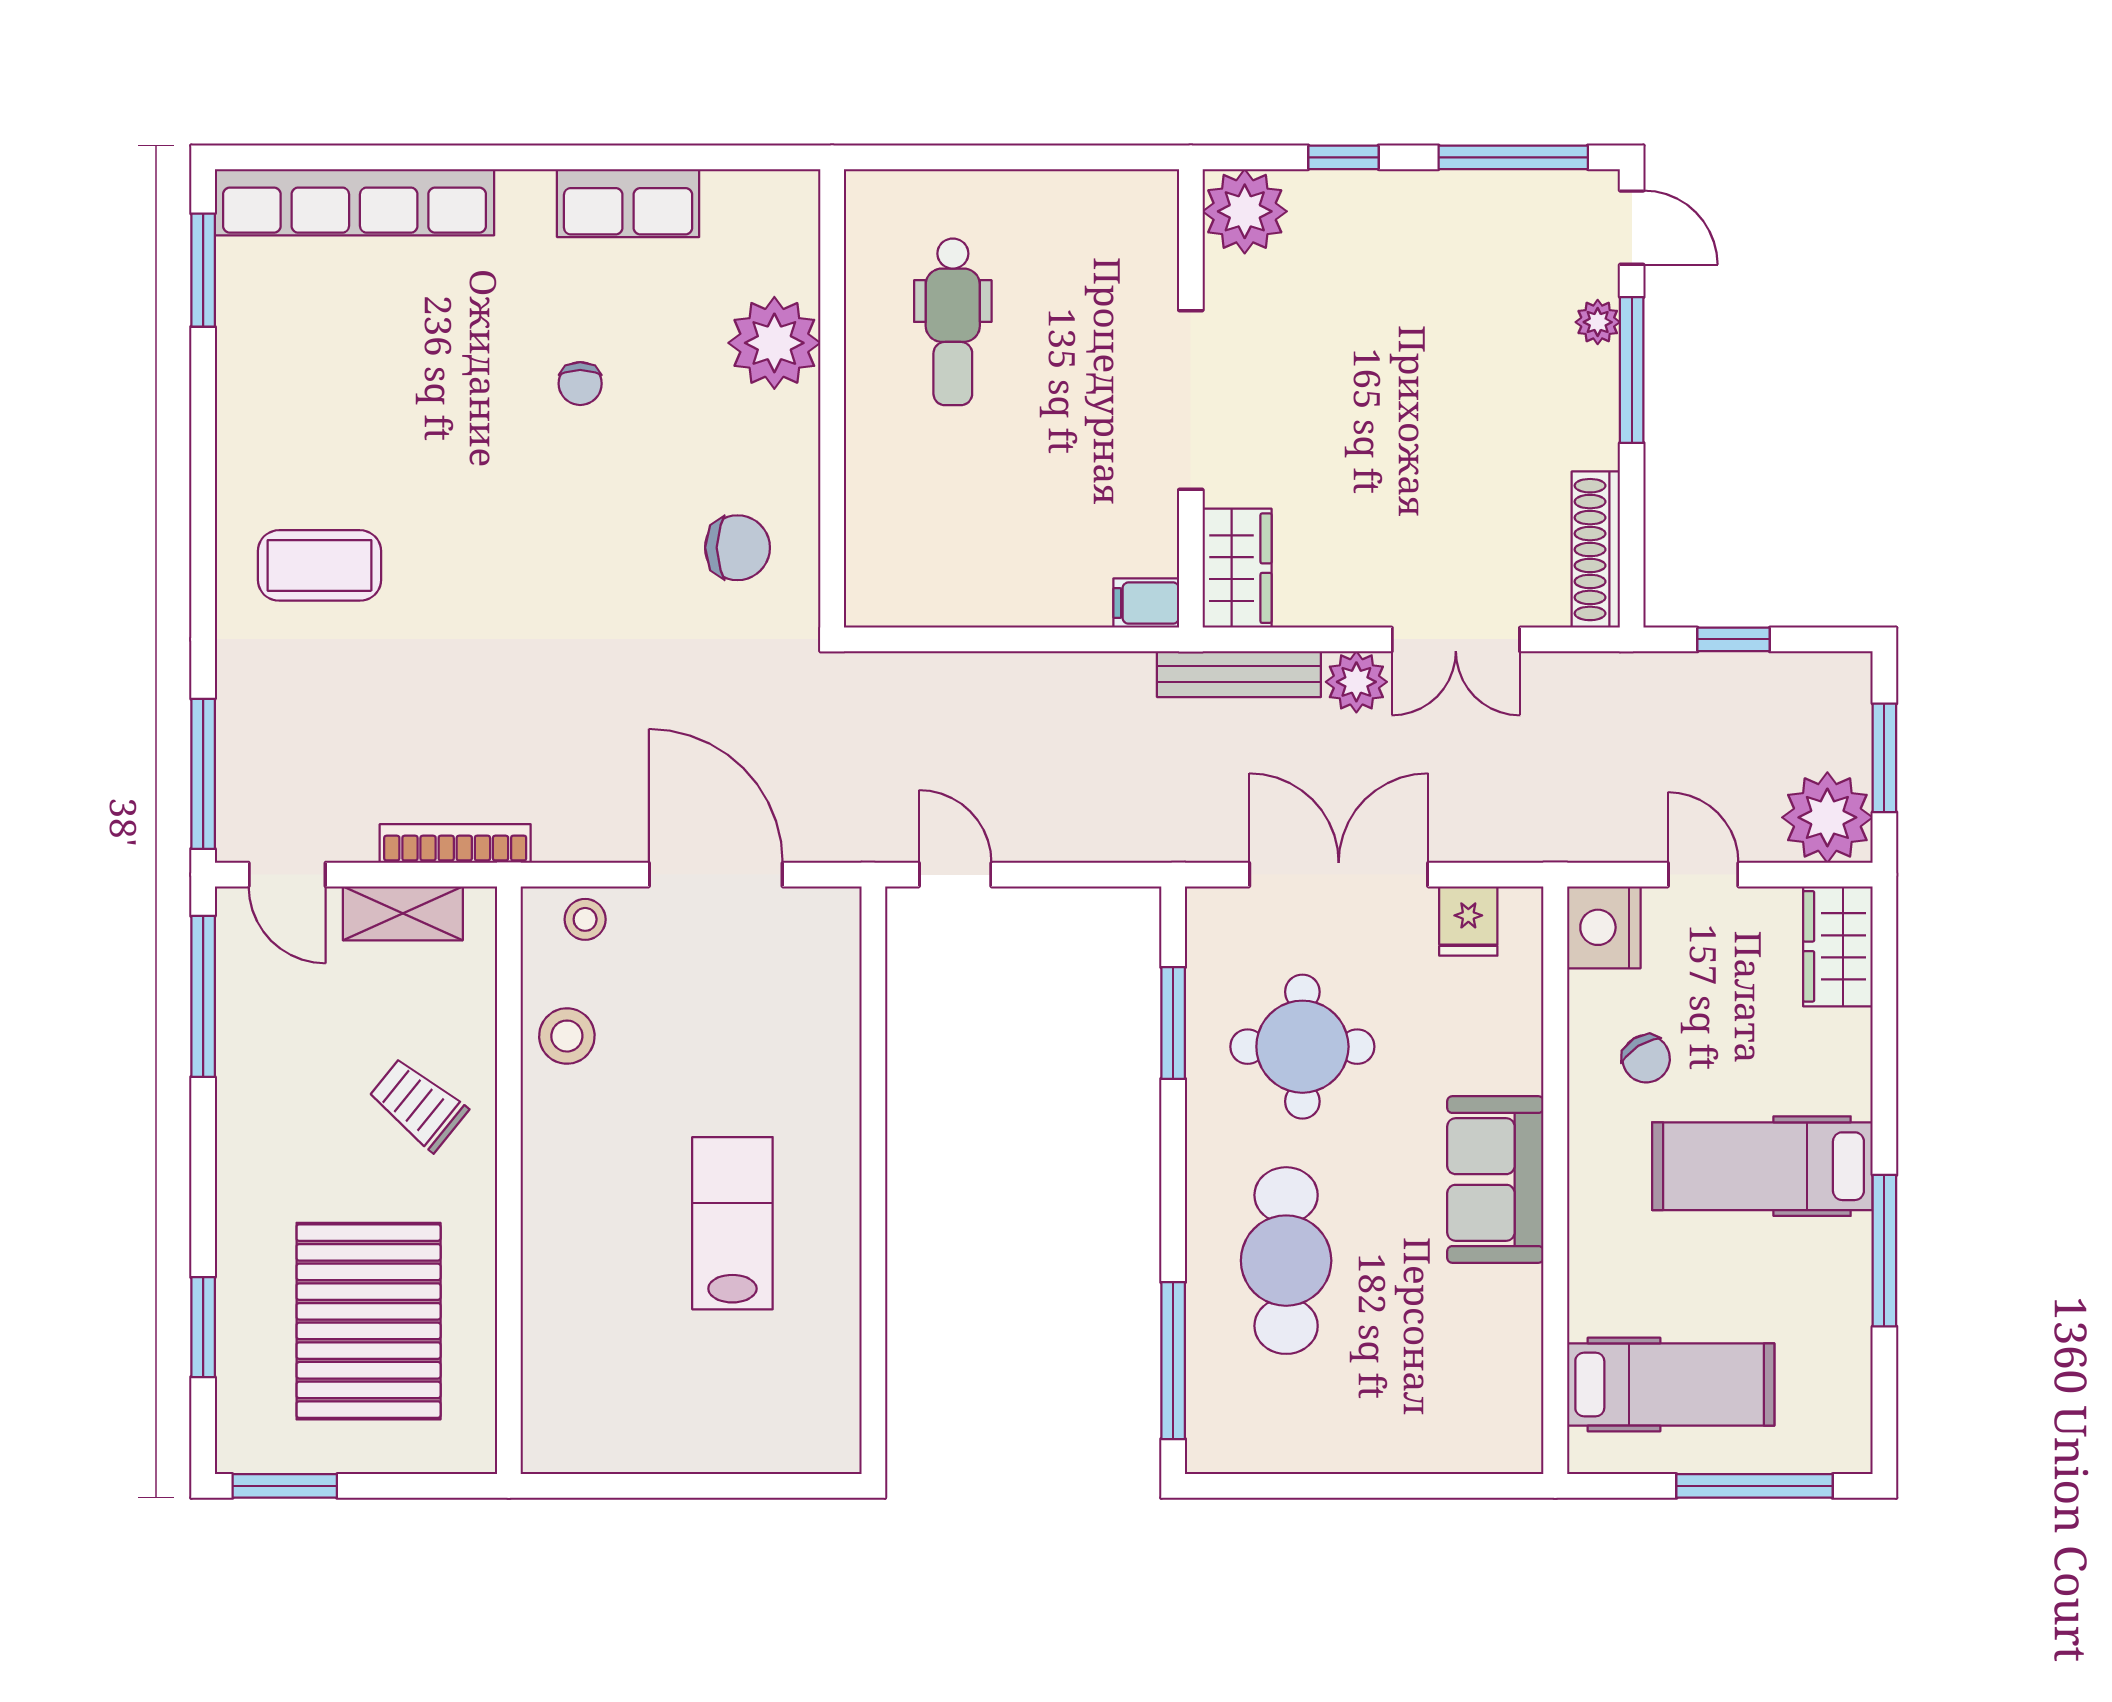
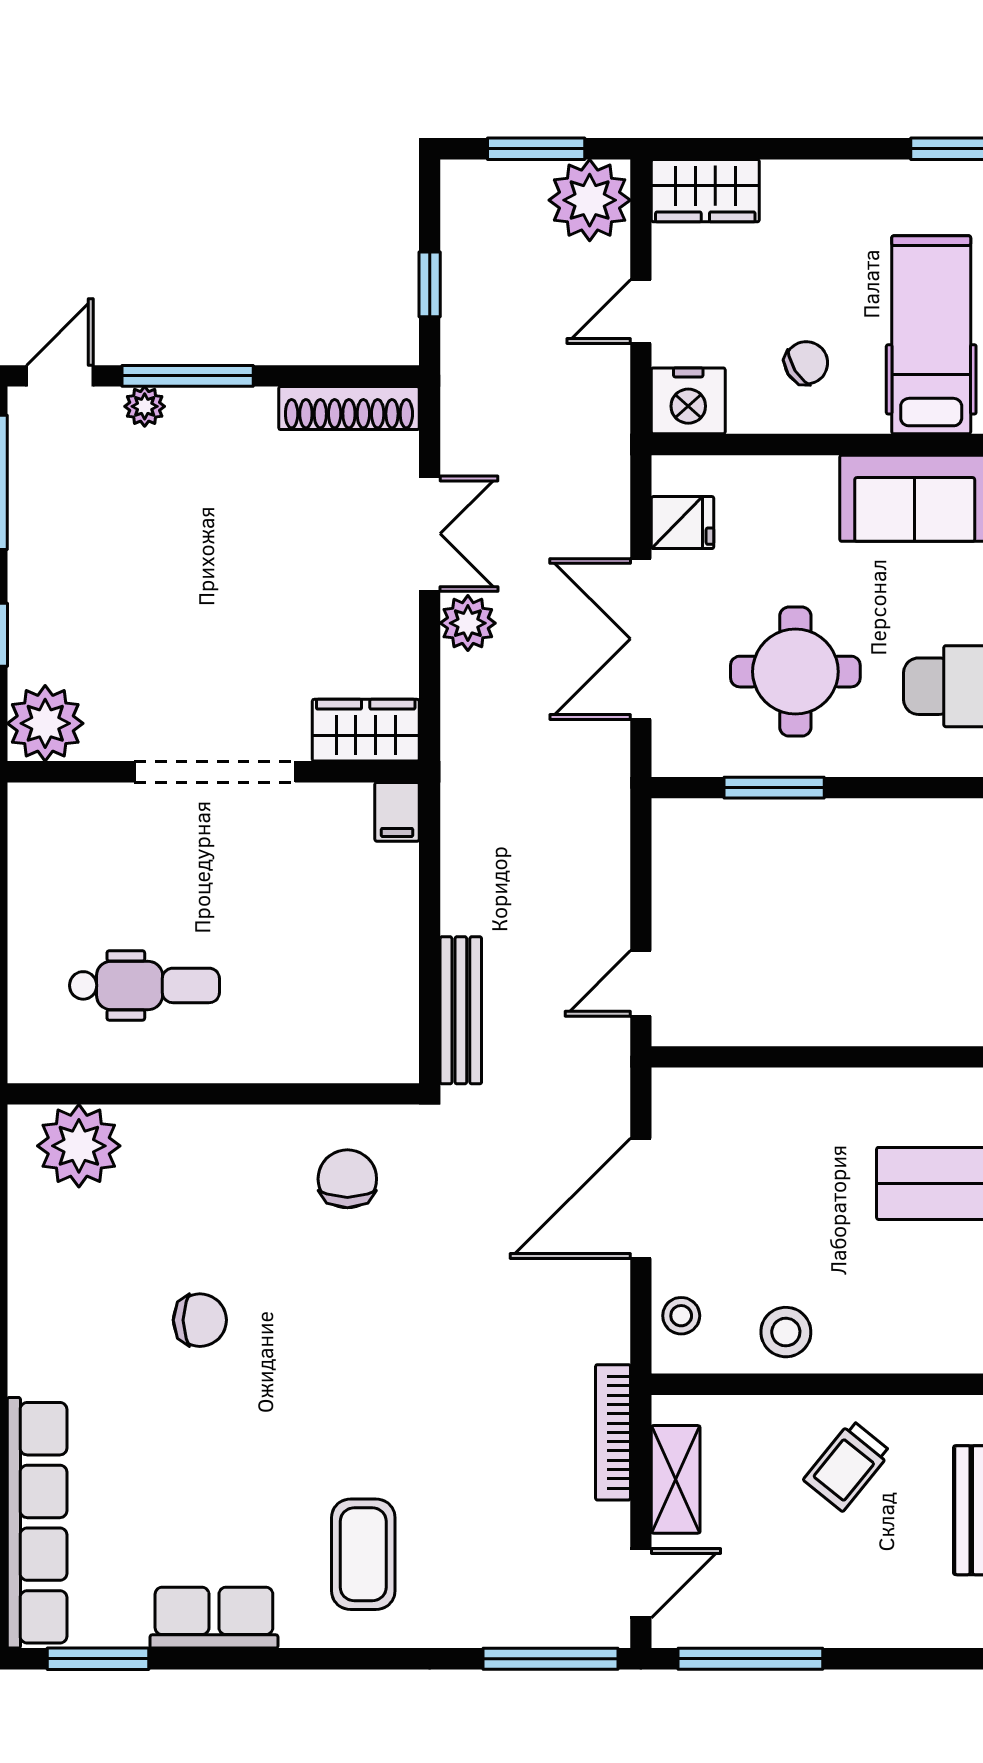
row of seats: (628, 203) -> (214, 1618), moved, turned -90
plant: (774, 343) -> (79, 1146), moved
chair: (580, 384) -> (200, 1320), width x1.37, depth x1.37
bench: (1239, 674) -> (461, 1010), moved
hospital bed: (1762, 1166) -> (931, 335), moved, turned 180

